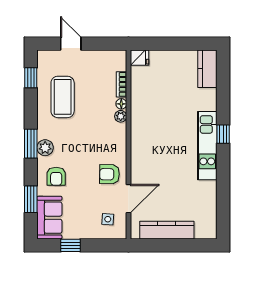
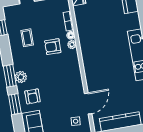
coffee table: (63, 97) -> (27, 38), width x0.54, depth x0.58
armchair: (109, 174) -> (53, 47), moved
window: (31, 199) -> (15, 104), moved

